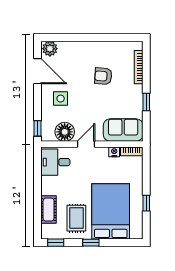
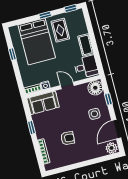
door: (38, 71) -> (116, 129), hinge flipped
window: (38, 128) -> (108, 99), moved
floor lamp: (65, 132) -> (95, 88), moved
door: (86, 144) -> (67, 85), swing flipped
cot: (49, 210) -> (86, 45), moved

